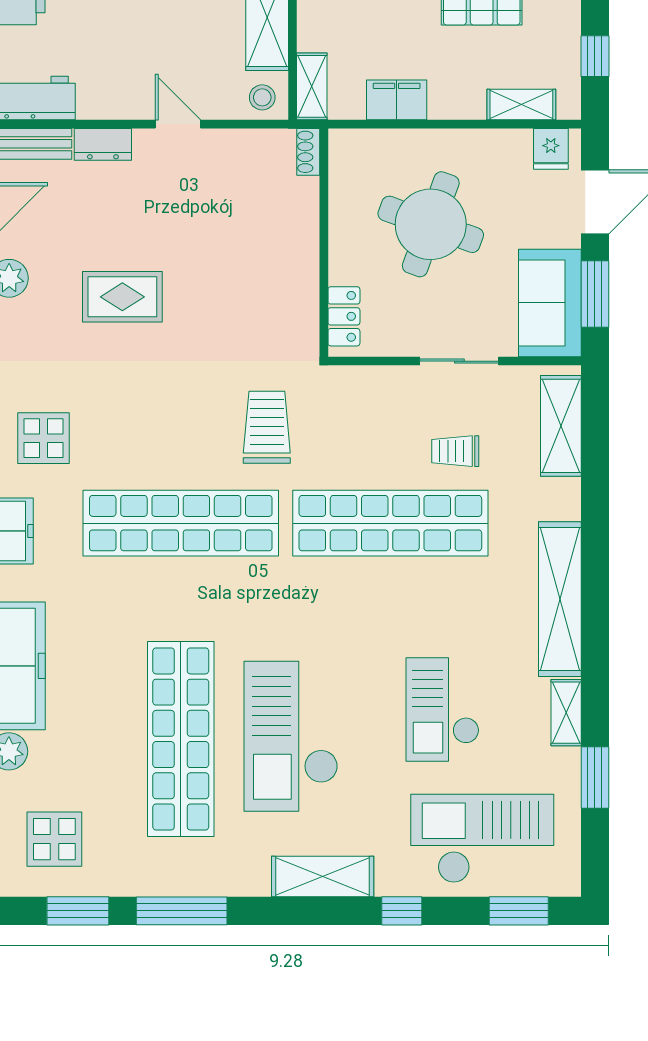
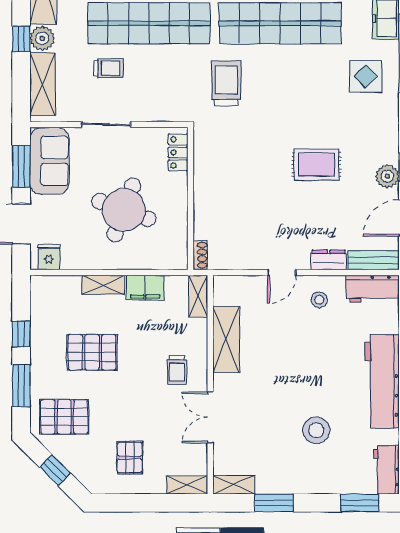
window: (595, 56) -> (21, 334), moved
stool: (262, 97) -> (319, 300), moved
shelving: (521, 105) -> (103, 285), moved
door: (178, 124) -> (282, 273), hinge flipped
trolley: (267, 427) -> (226, 83), turned 180
window: (595, 498) -> (21, 39), added
plant: (561, 499) -> (42, 38), added

